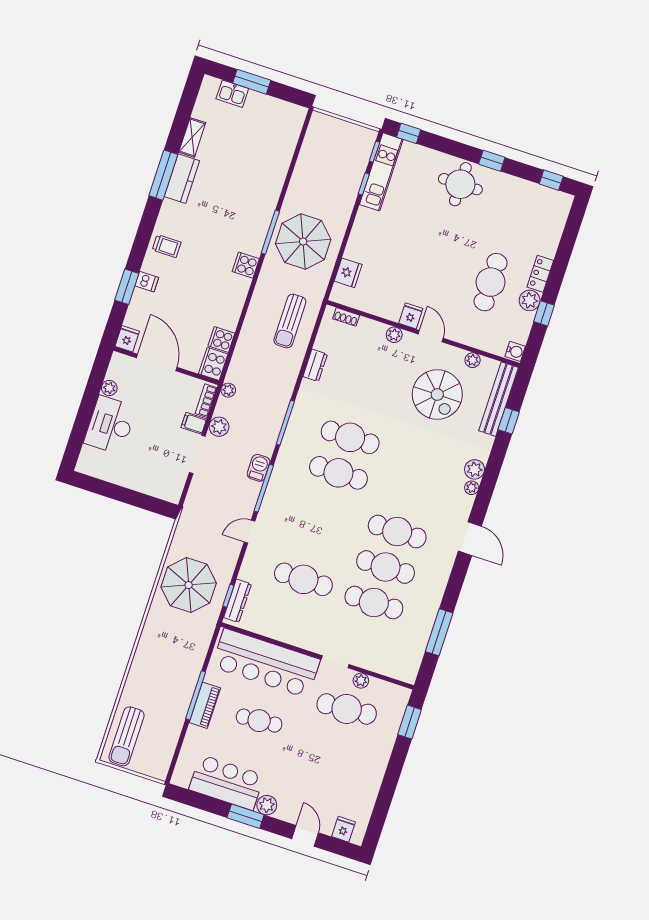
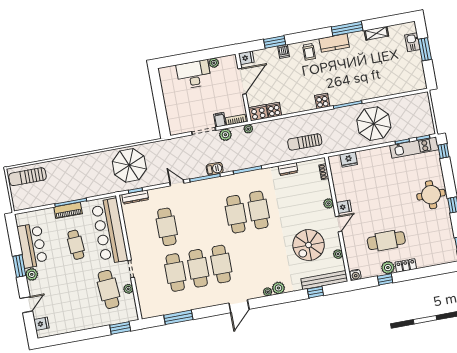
kitchen counter: (182, 179) -> (334, 43), moved
parasol: (303, 242) -> (374, 124), moved

